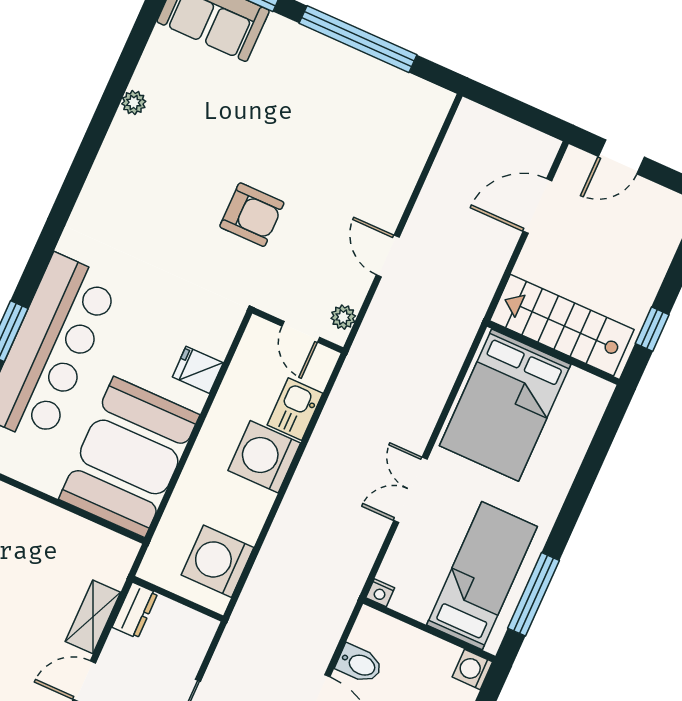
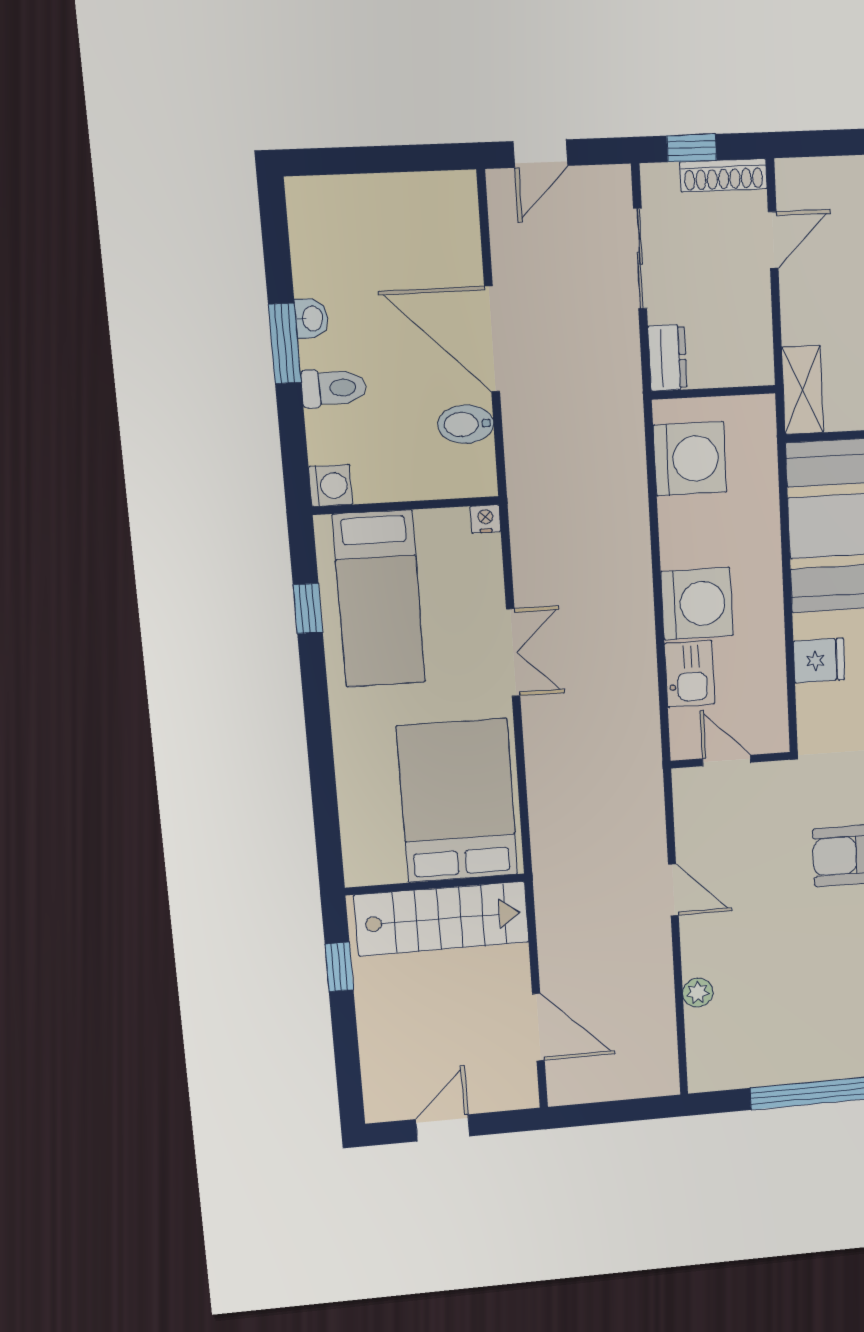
door: (621, 157) -> (443, 1128), moved
door: (537, 206) -> (538, 1027), hinge flipped
plant: (343, 317) -> (698, 993), moved
window: (533, 594) -> (308, 608), width x0.46
dresser: (135, 610) -> (668, 358), moved, turned 180
shelving: (93, 617) -> (803, 390), moved

